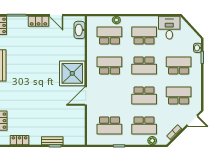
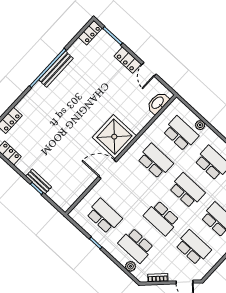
school desk: (144, 65) -> (187, 190), turned 180
school desk: (109, 125) -> (104, 216), turned 180

